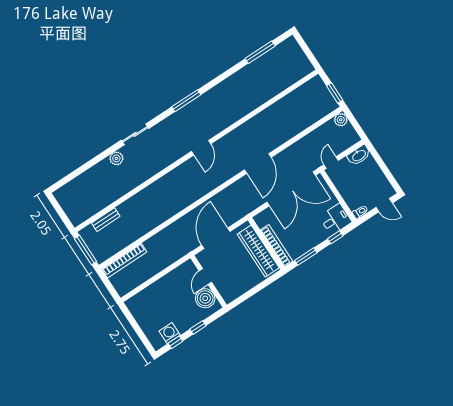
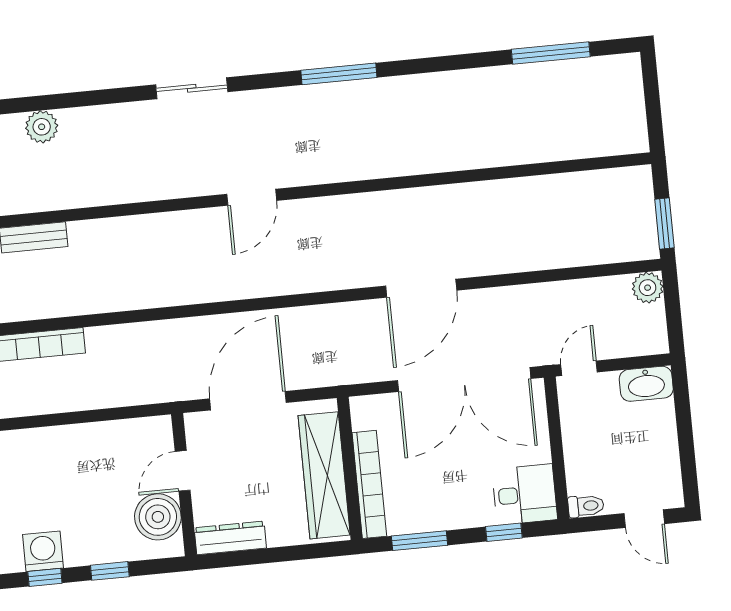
door: (201, 148) -> (252, 197), moved
plant: (116, 158) -> (42, 127), moved
dresser: (236, 292) -> (230, 538), added

